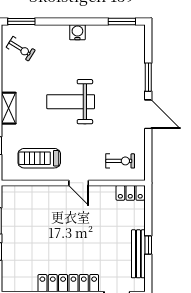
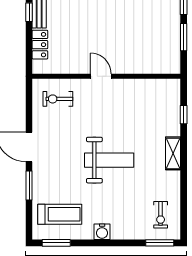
exercise bike: (21, 49) -> (161, 215), turned -122
treadmill: (39, 158) -> (60, 214), moved
locker: (130, 193) -> (40, 45), moved, turned 90

